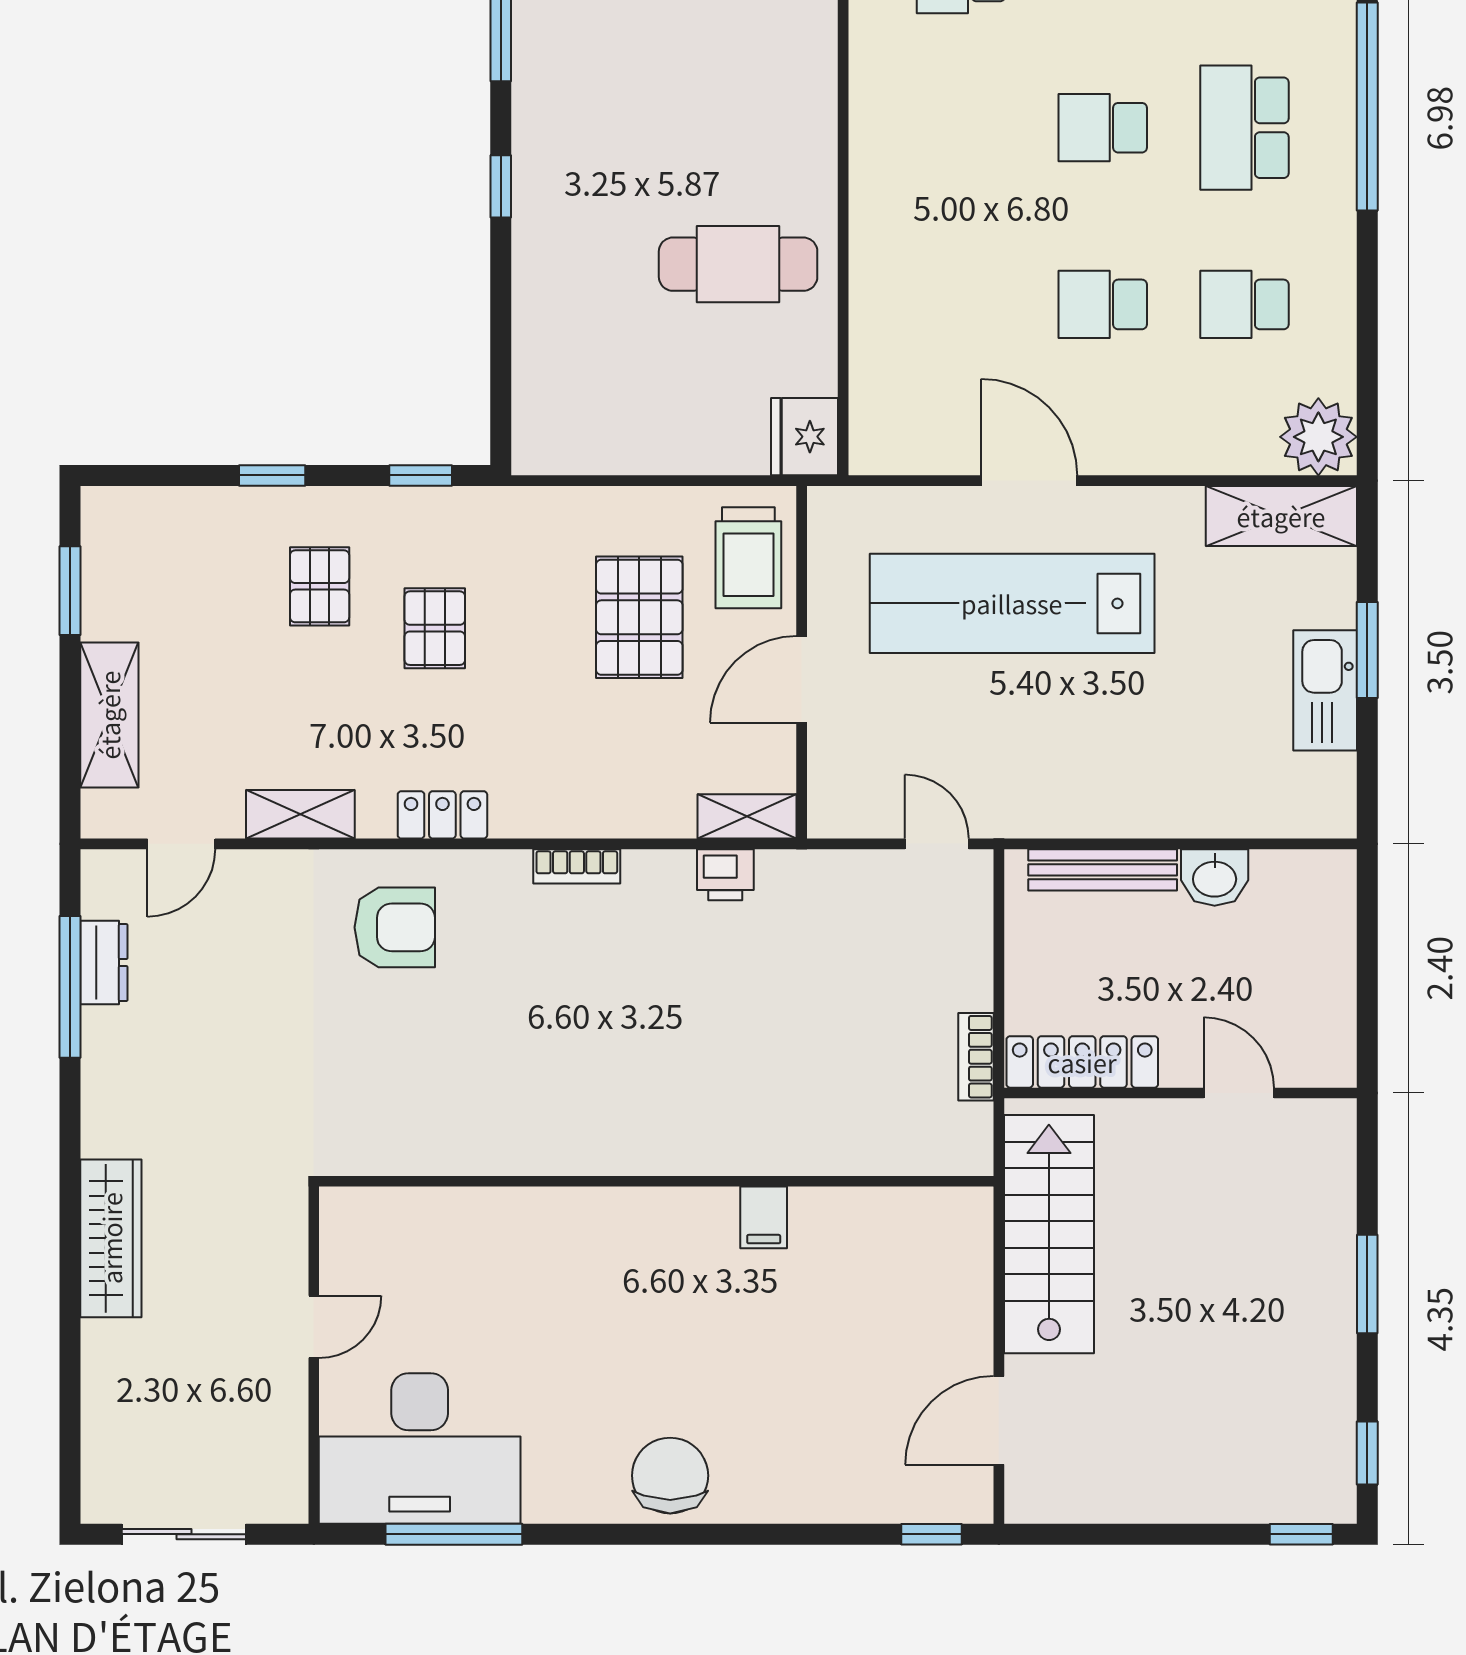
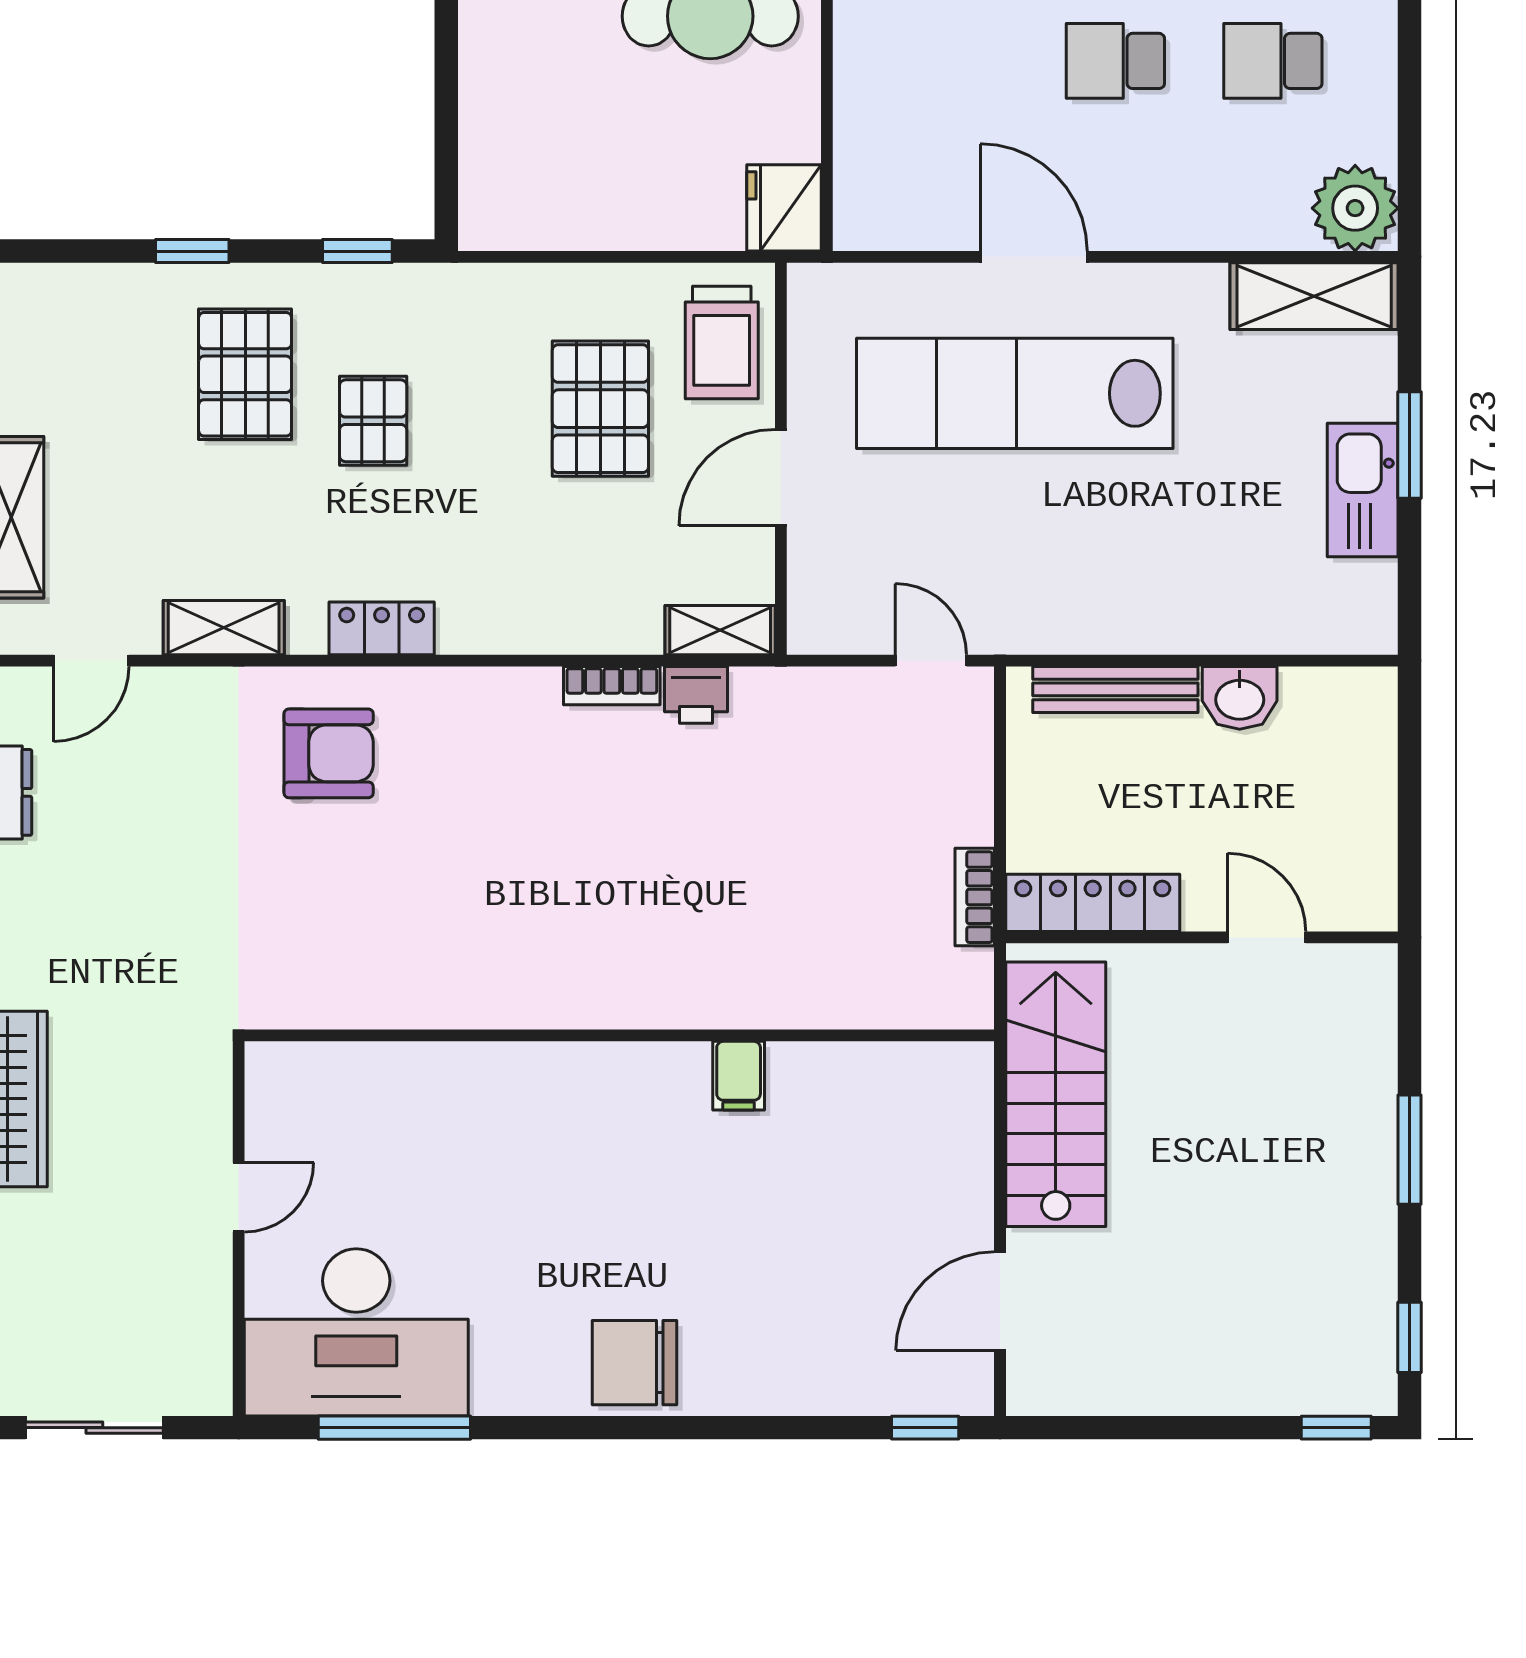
pallet: (320, 586) -> (245, 374), width x1.50, depth x1.42
bookcase: (577, 866) -> (612, 686), moved
chair: (670, 1476) -> (635, 1363), turned -90

